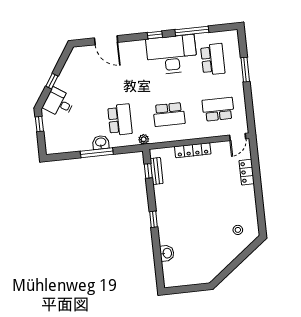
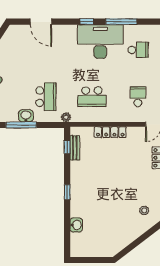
school desk: (213, 59) -> (138, 50), width x0.54
school desk: (218, 109) -> (138, 97), width x0.54

